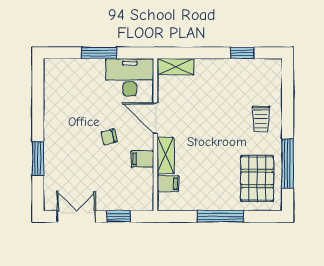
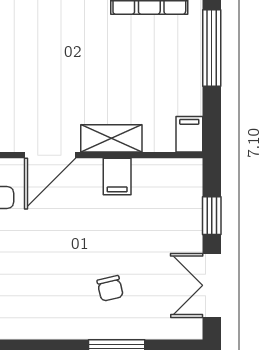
chair: (109, 137) -> (110, 288), moved
filing cabinet: (168, 184) -> (189, 134), moved

